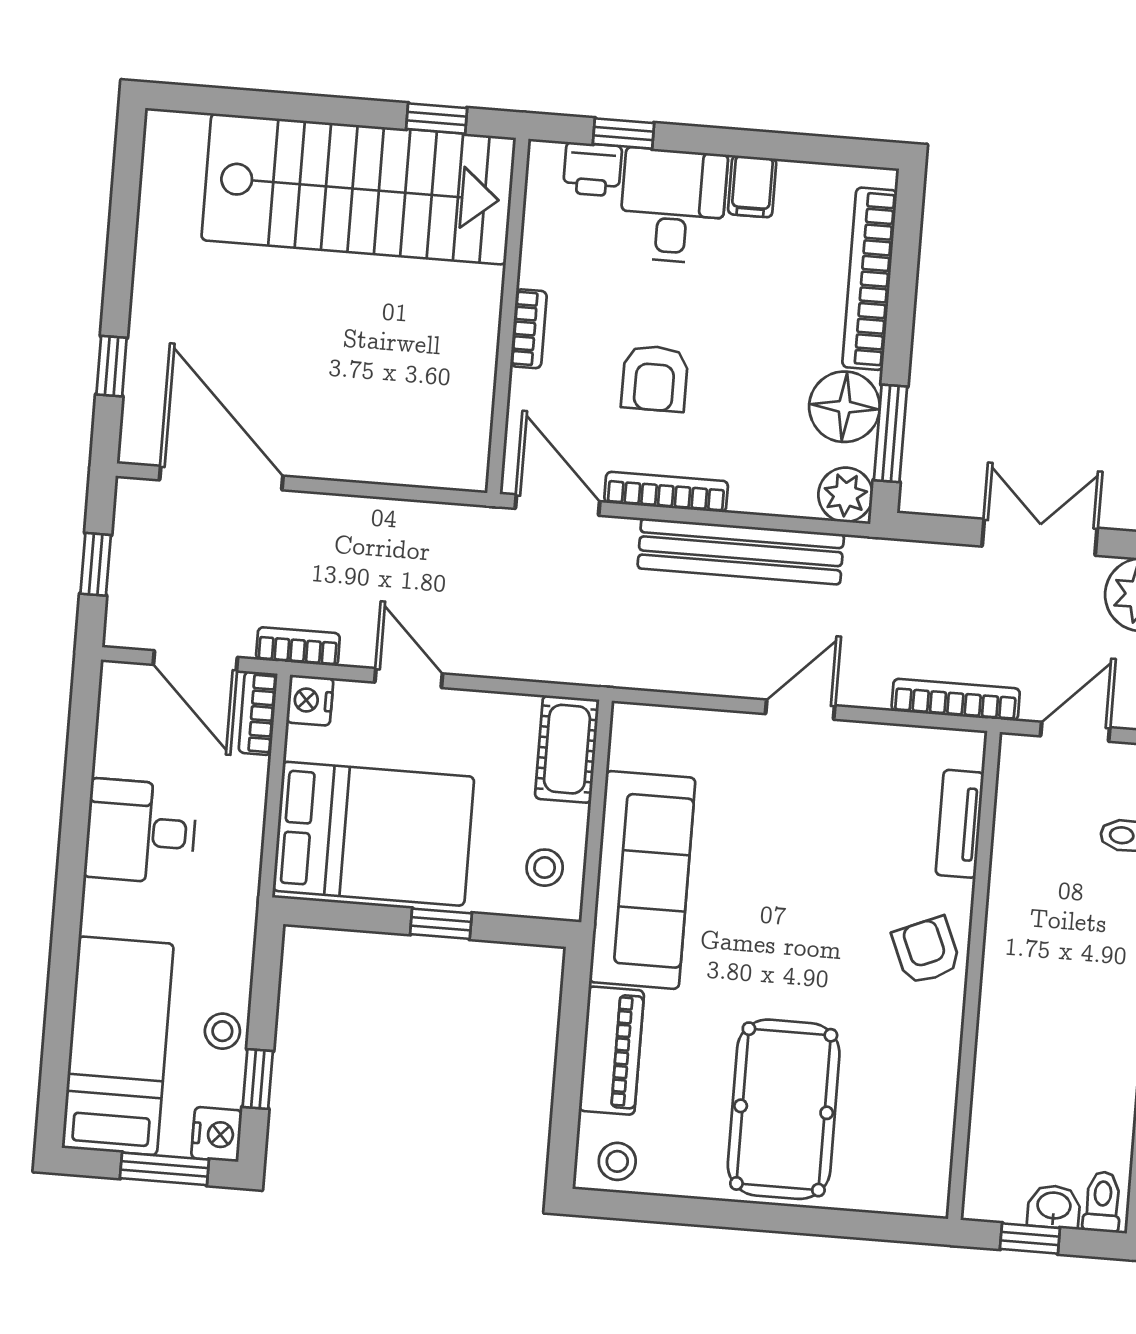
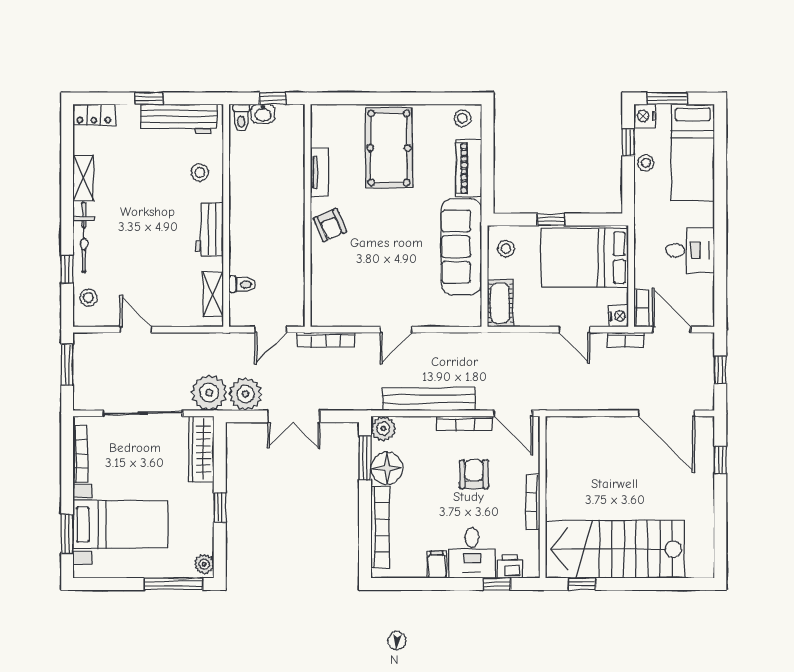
bookcase: (528, 329) -> (533, 502), width x1.56
tv unit: (960, 824) -> (320, 172), moved

